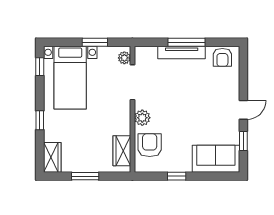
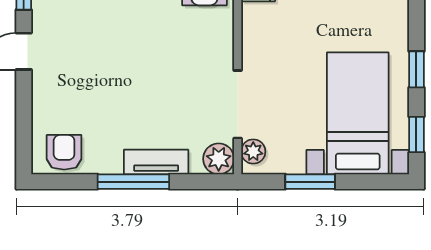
tv unit: (182, 52) -> (156, 162), width x0.71
plant: (142, 118) -> (219, 159), moved
window: (40, 120) -> (416, 69), moved

